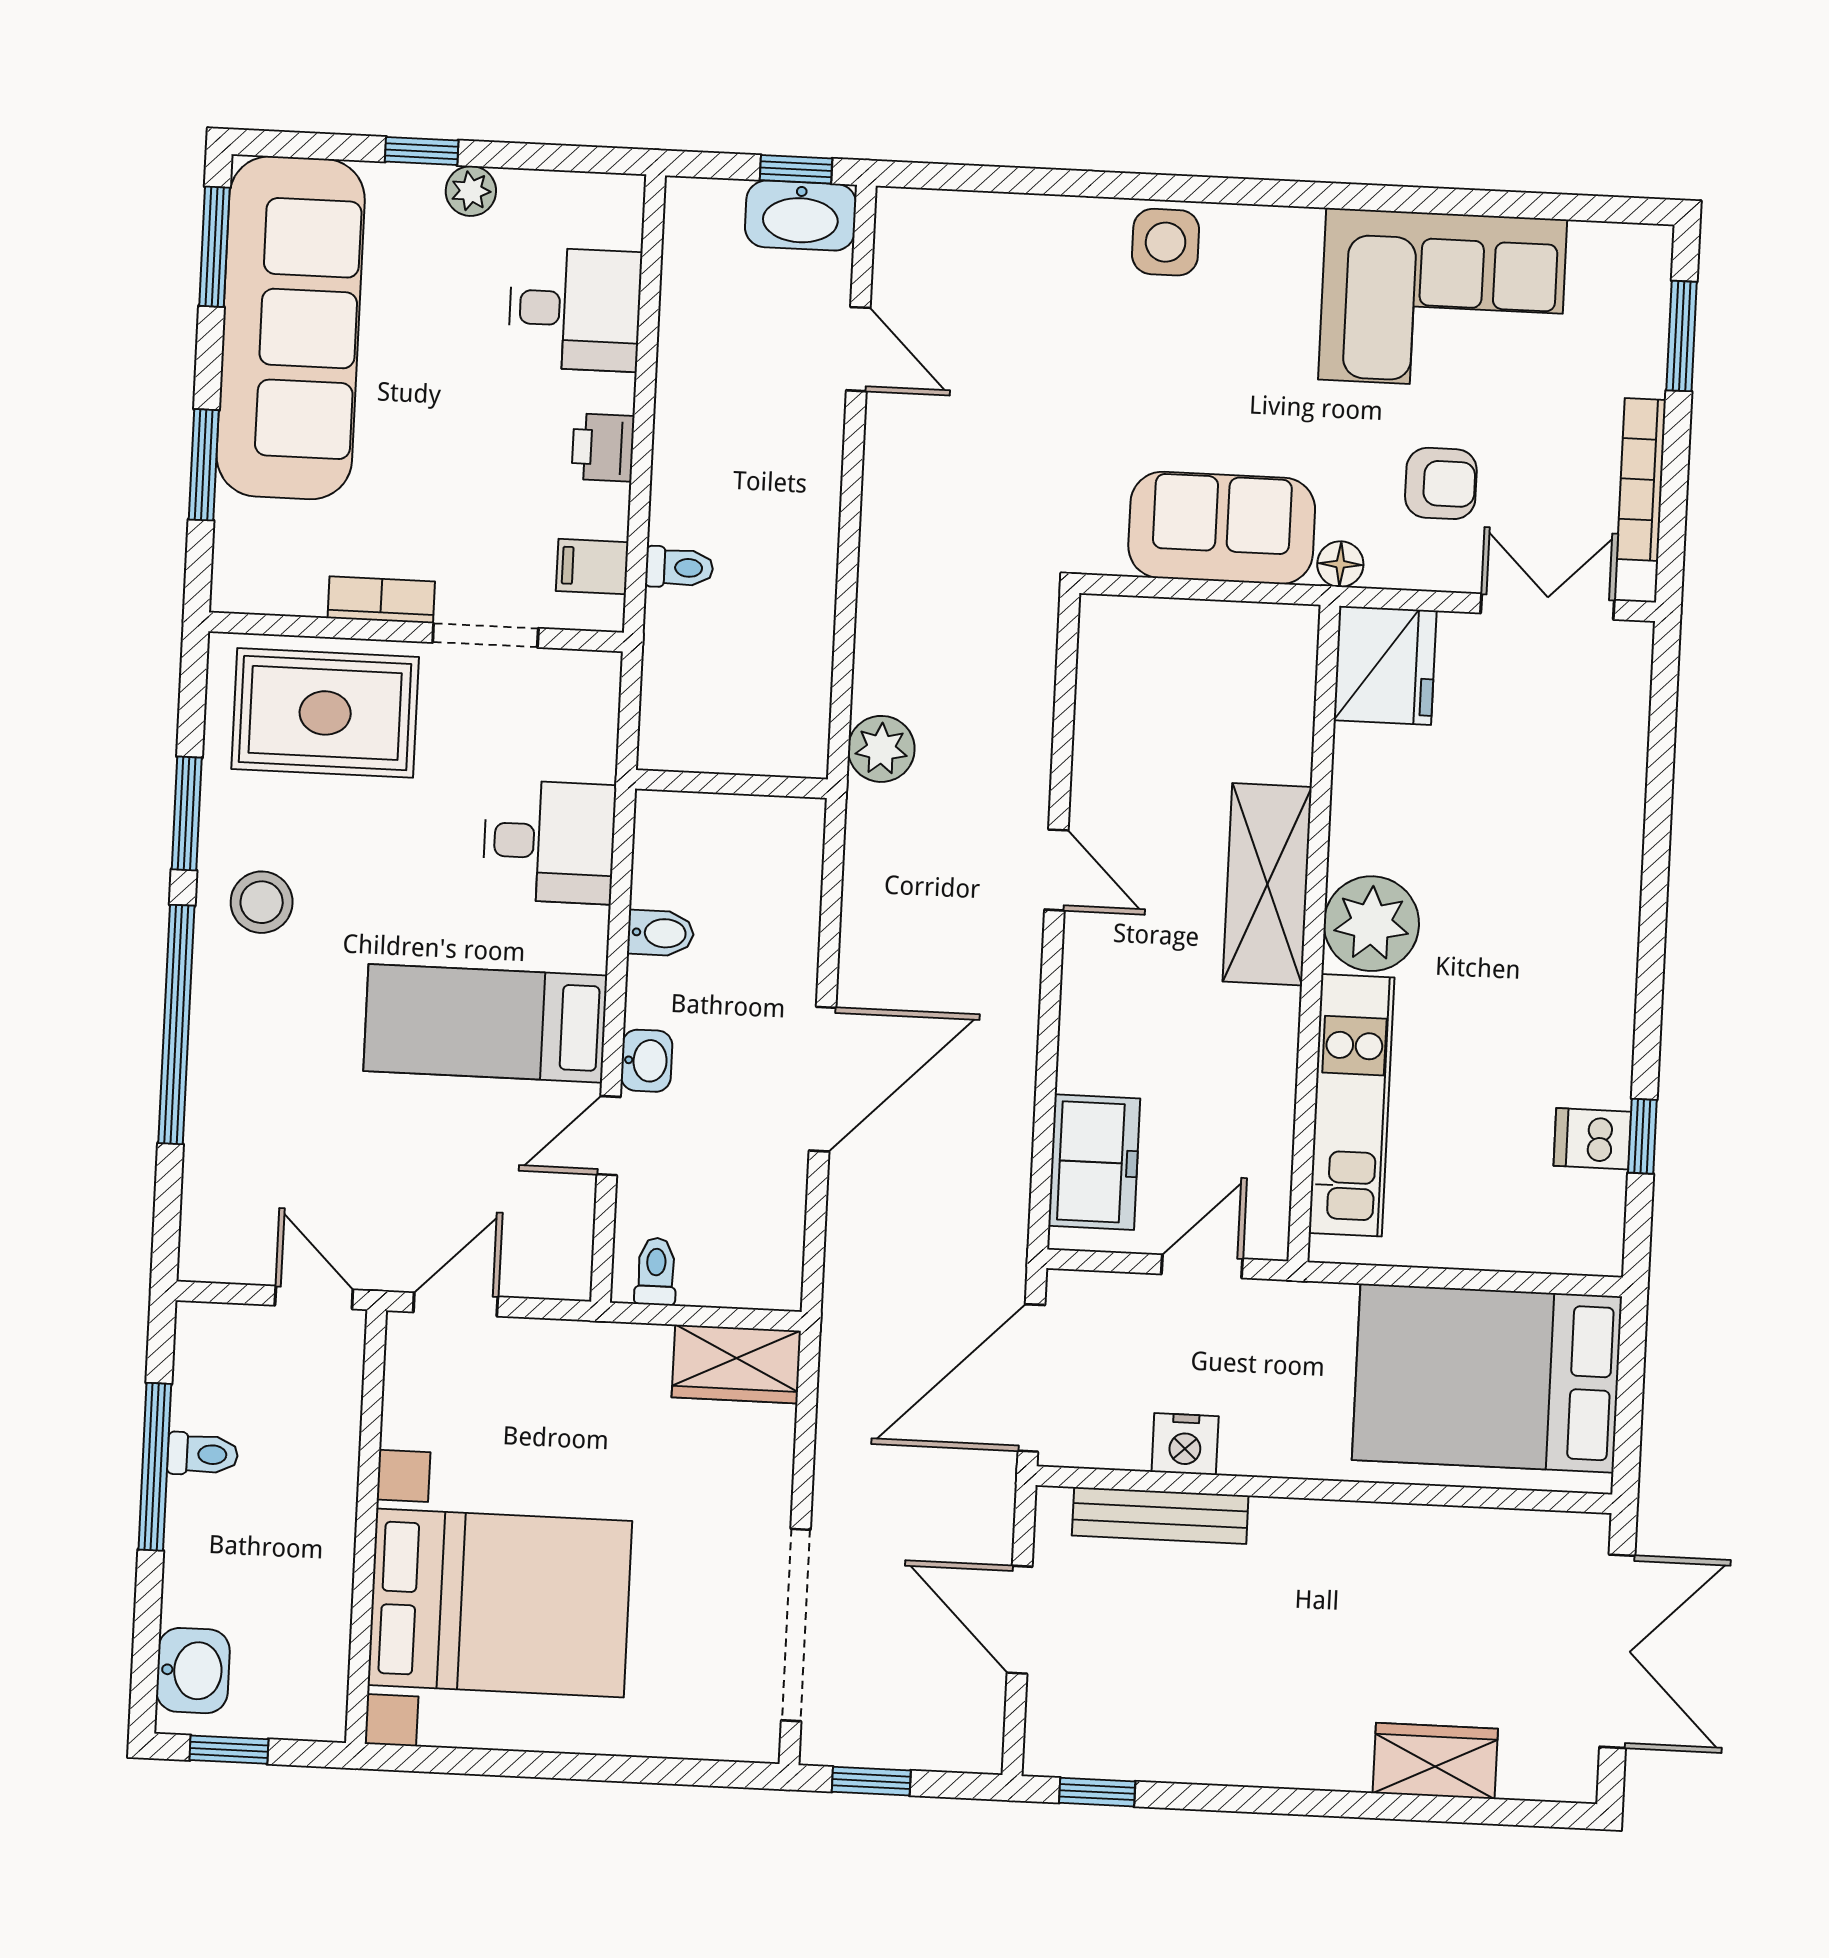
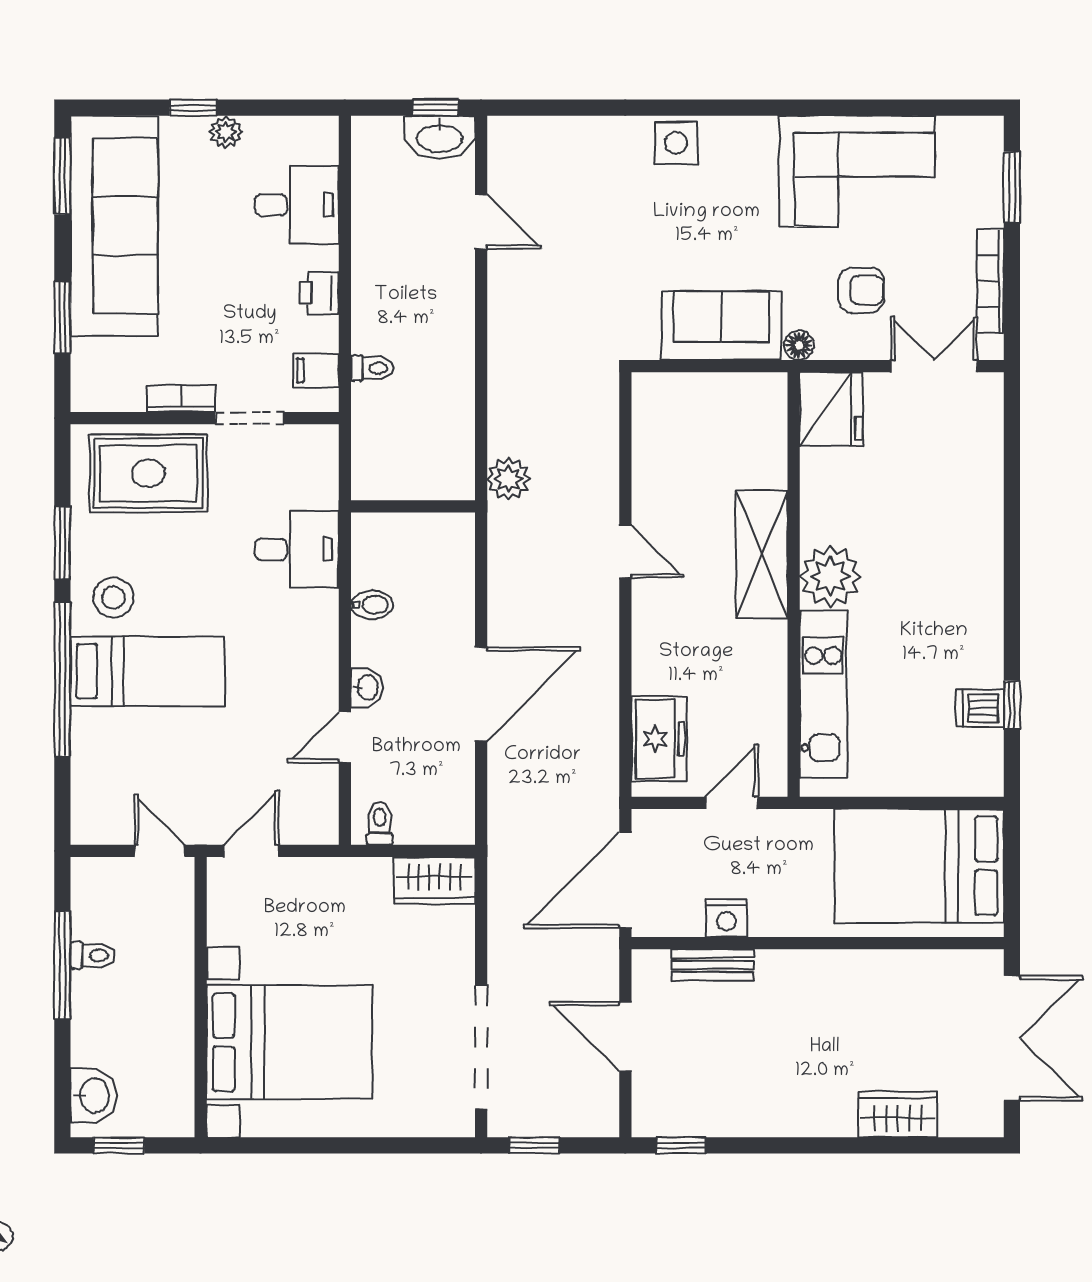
bed: (485, 1023) -> (147, 671), moved, turned 180
bench: (1160, 1515) -> (713, 965), width x0.73

